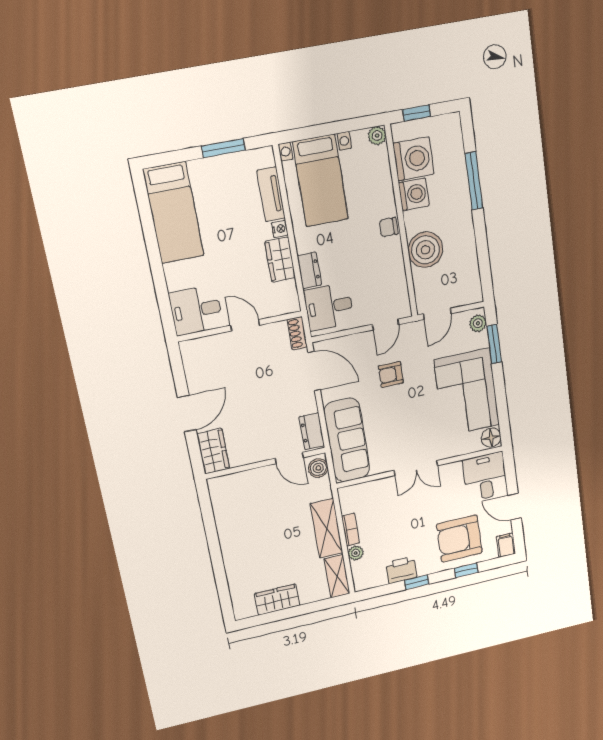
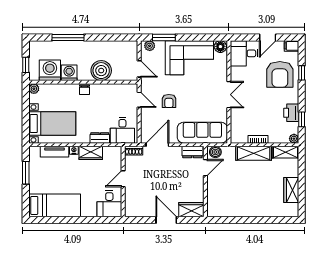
plant: (356, 553) -> (294, 139), moved
window: (417, 582) -> (302, 119), moved

